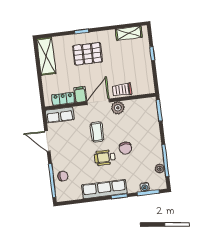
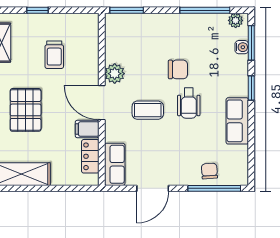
trolley: (122, 90) -> (54, 55), moved
plant: (160, 169) -> (236, 20), moved
row of seats: (104, 189) -> (237, 121), width x0.68

